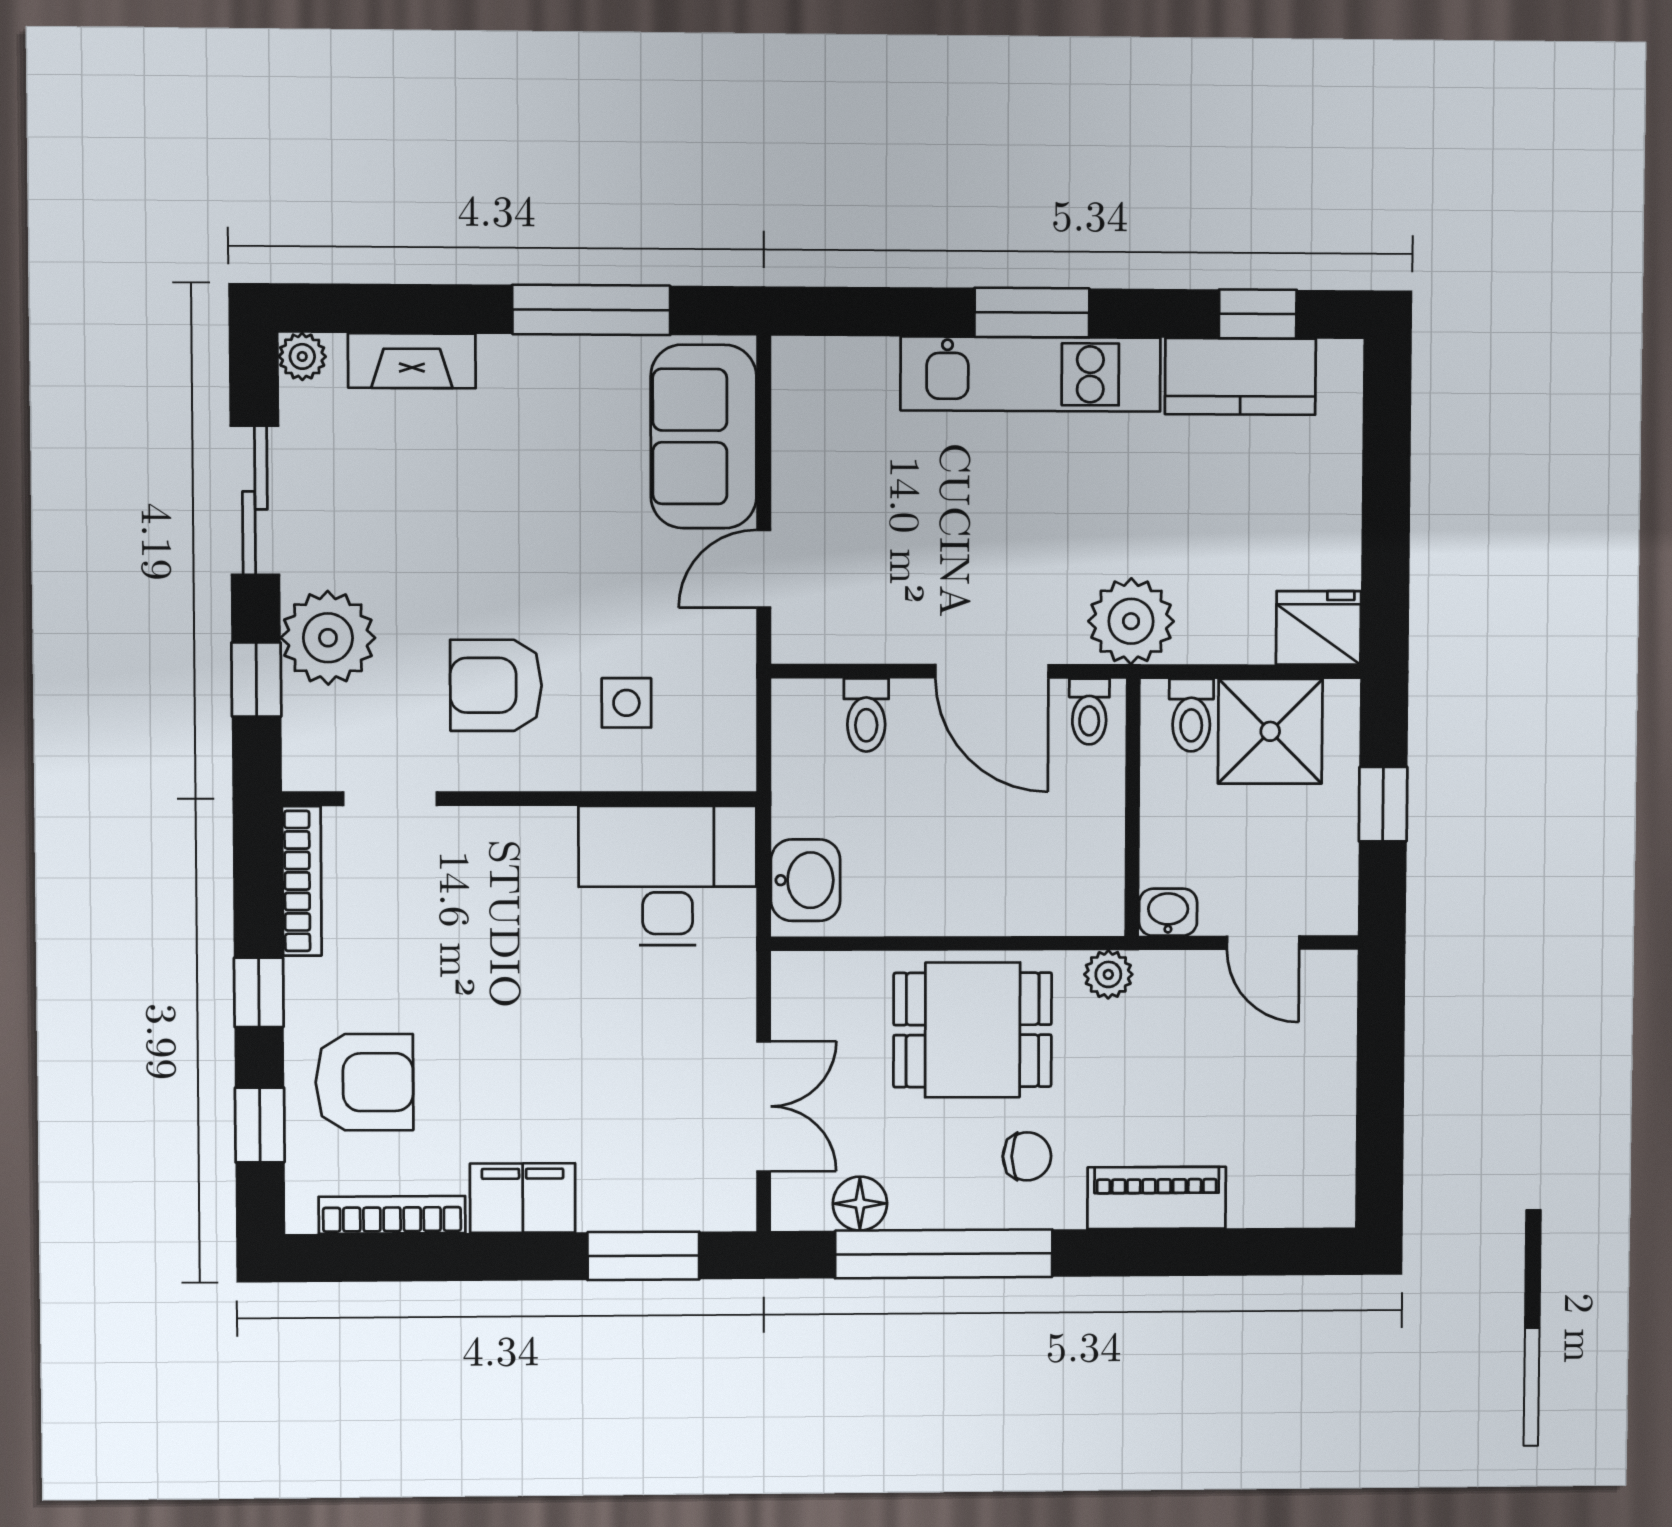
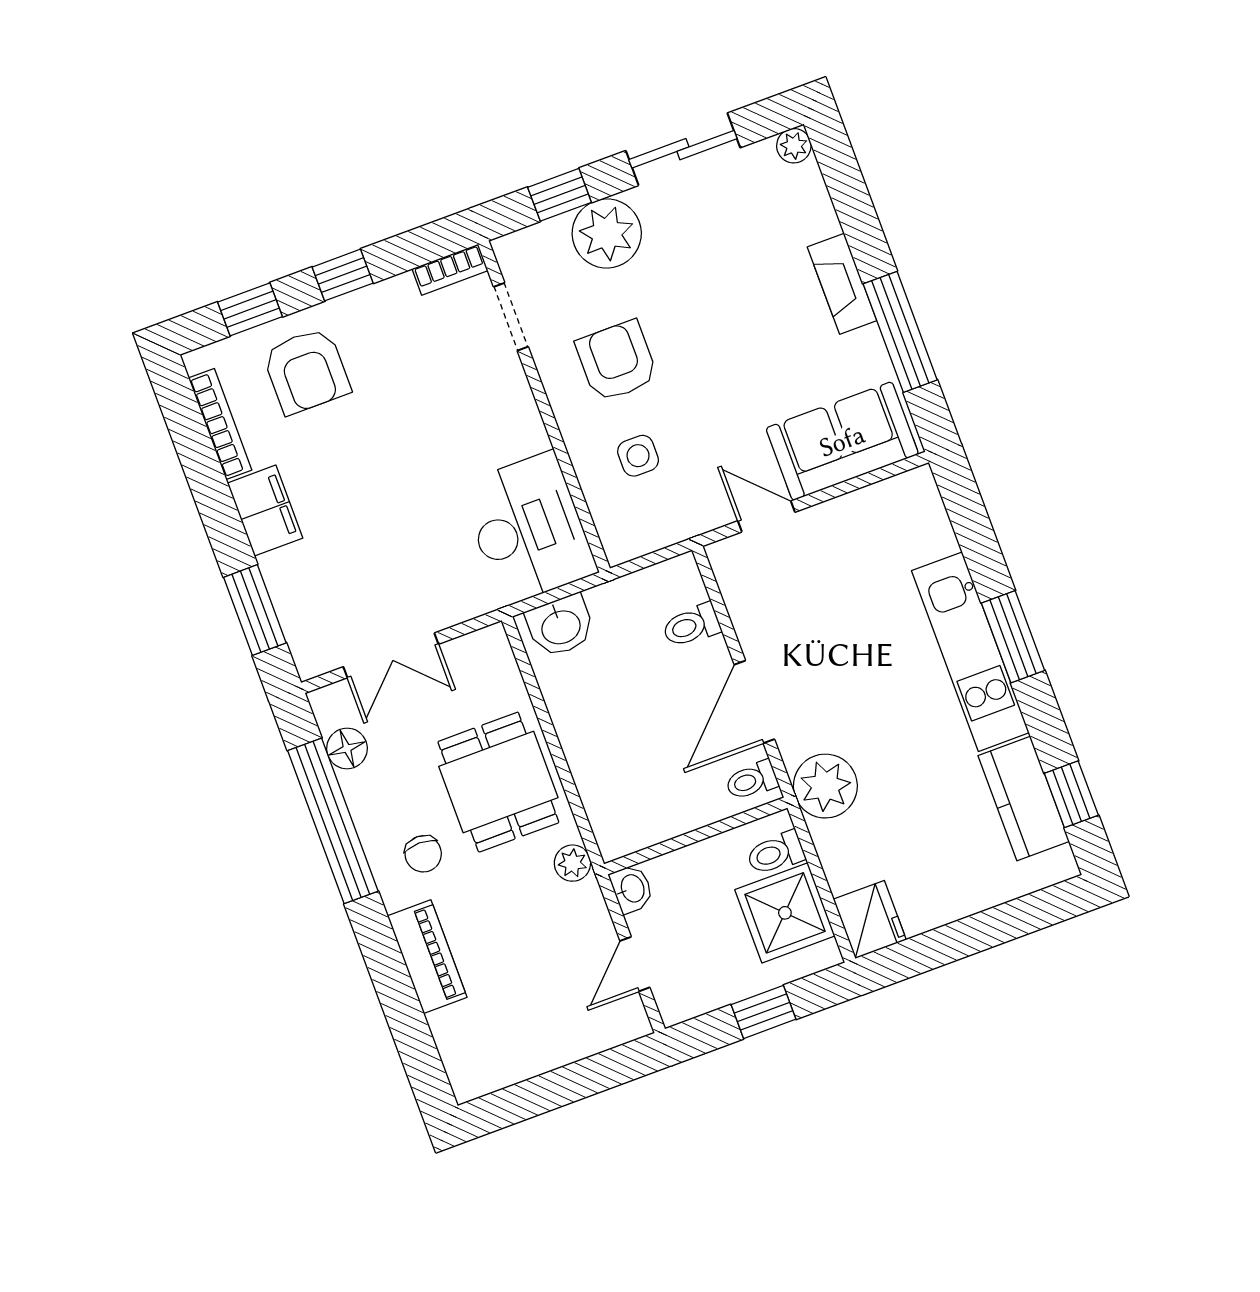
fireplace: (412, 361) -> (842, 284), moved
bookcase: (302, 881) -> (450, 270), width x0.64

